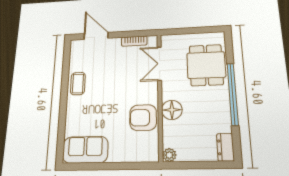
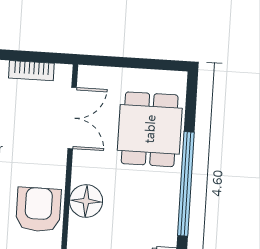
double door: (159, 64) -> (72, 118), swing flipped
armchair: (143, 118) -> (38, 210), turned 90

